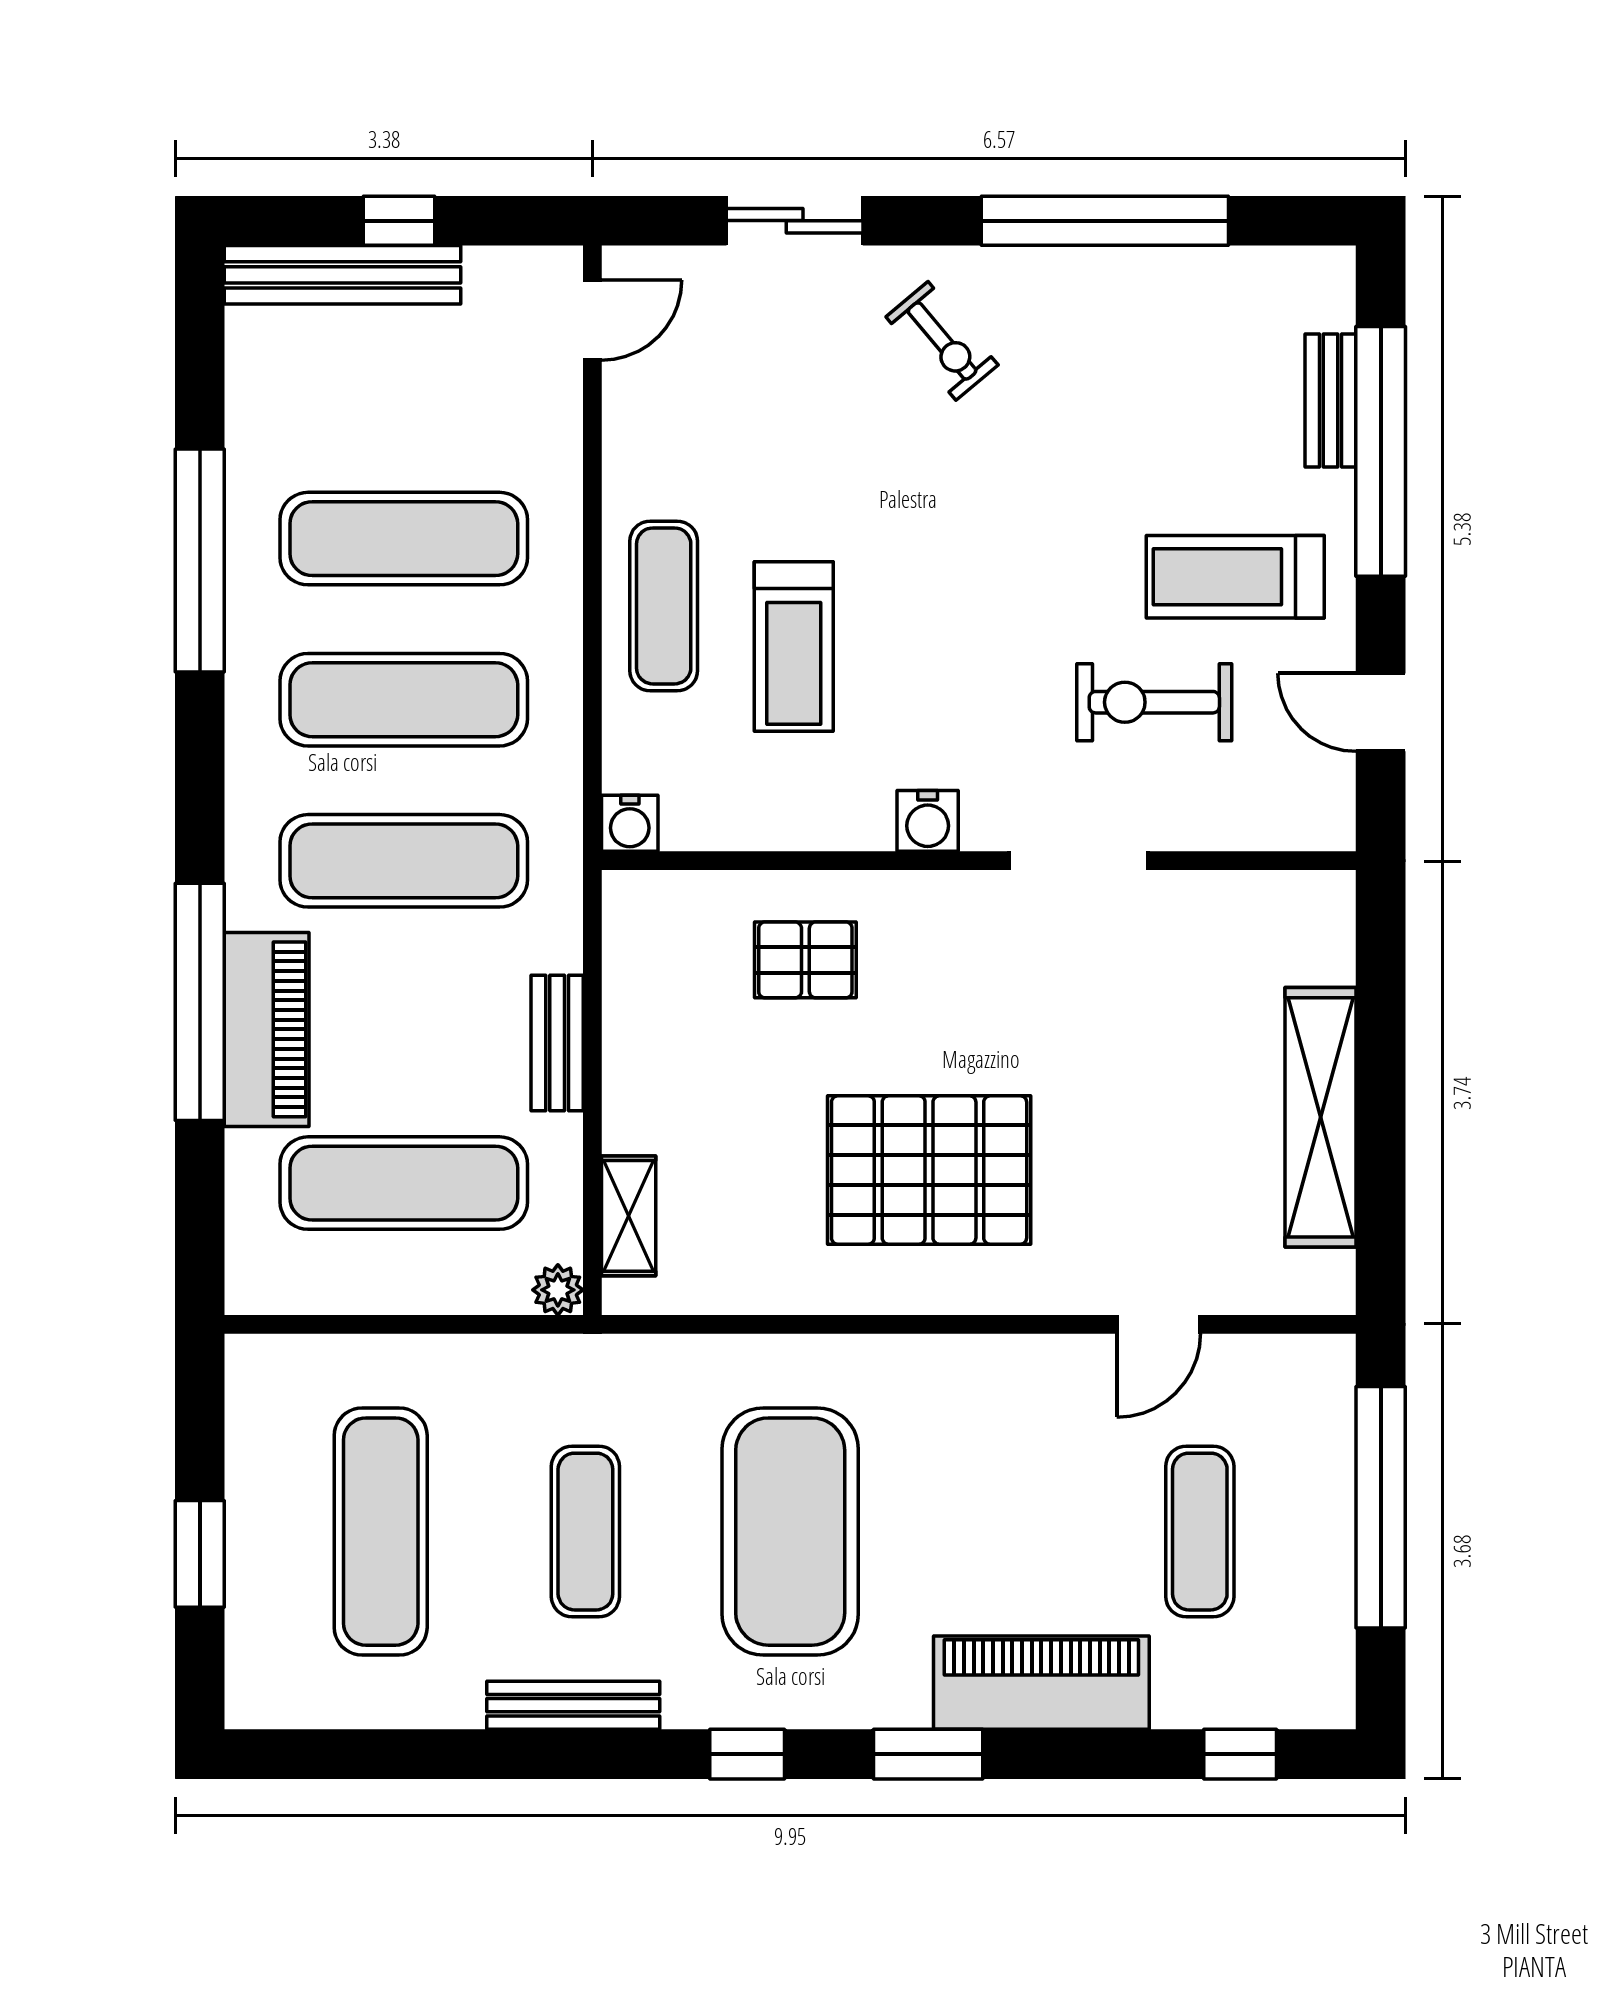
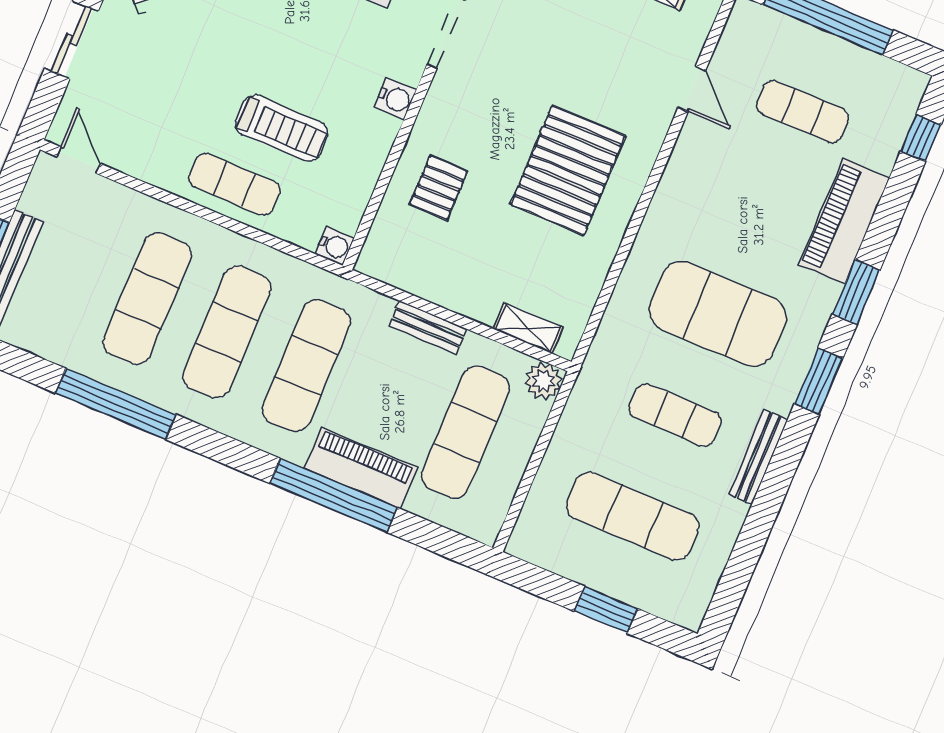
plant: (558, 1290) -> (543, 381), width x1.38, depth x1.38
window: (747, 1754) -> (818, 381), width x1.50

